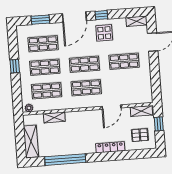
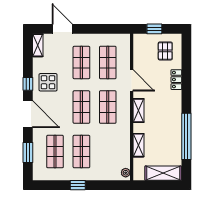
shop shelf: (47, 91) -> (108, 63), moved
shelving: (141, 111) -> (139, 110), moved
locker: (110, 147) -> (176, 80), width x0.66

